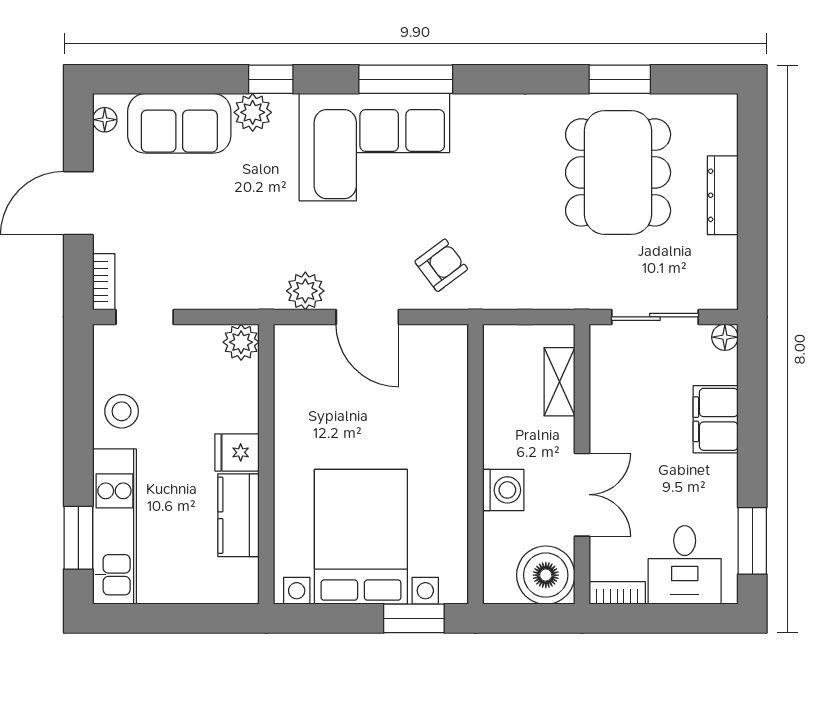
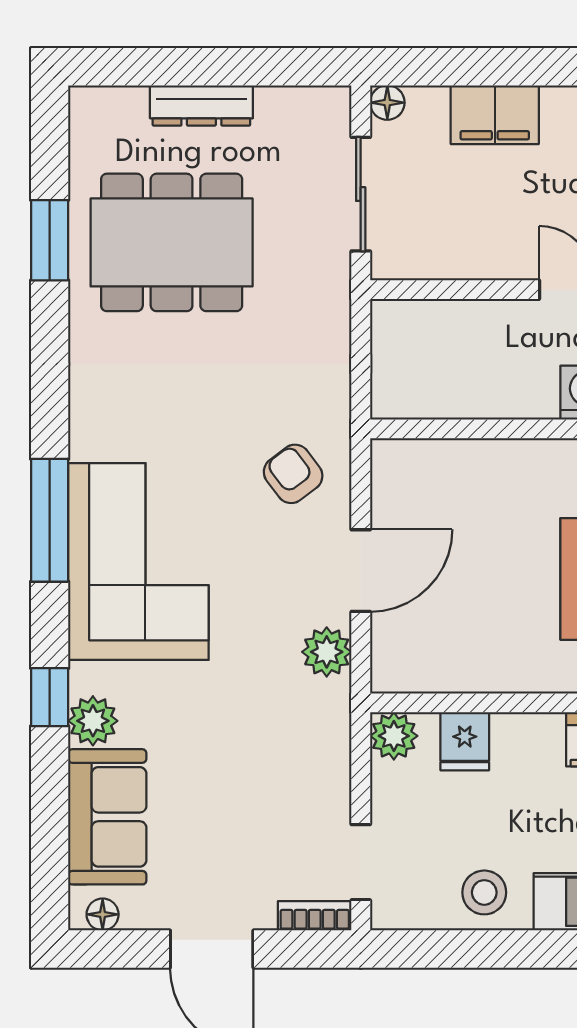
shelving: (559, 382) -> (446, 319), removed
fridge: (237, 452) -> (465, 741), moved

